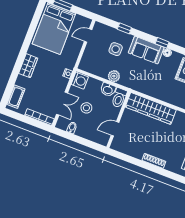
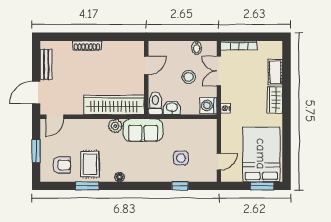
window: (162, 43) -> (130, 186), removed
sofa: (146, 50) -> (143, 130), moved, turned 180
plant: (114, 76) -> (115, 126), moved
cot: (16, 97) -> (275, 72), moved

